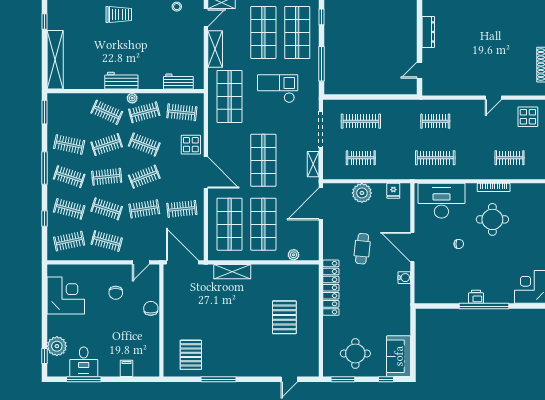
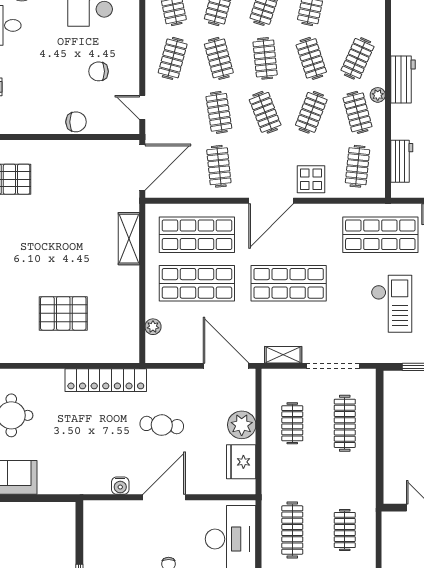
fridge: (393, 191) -> (241, 462), width x1.88, depth x1.34
clothes rail: (107, 209) -> (219, 58), turned -33

